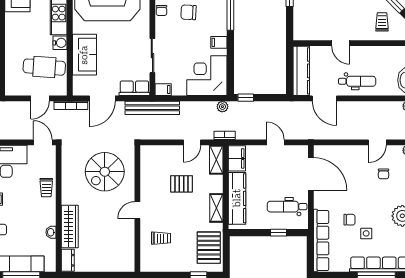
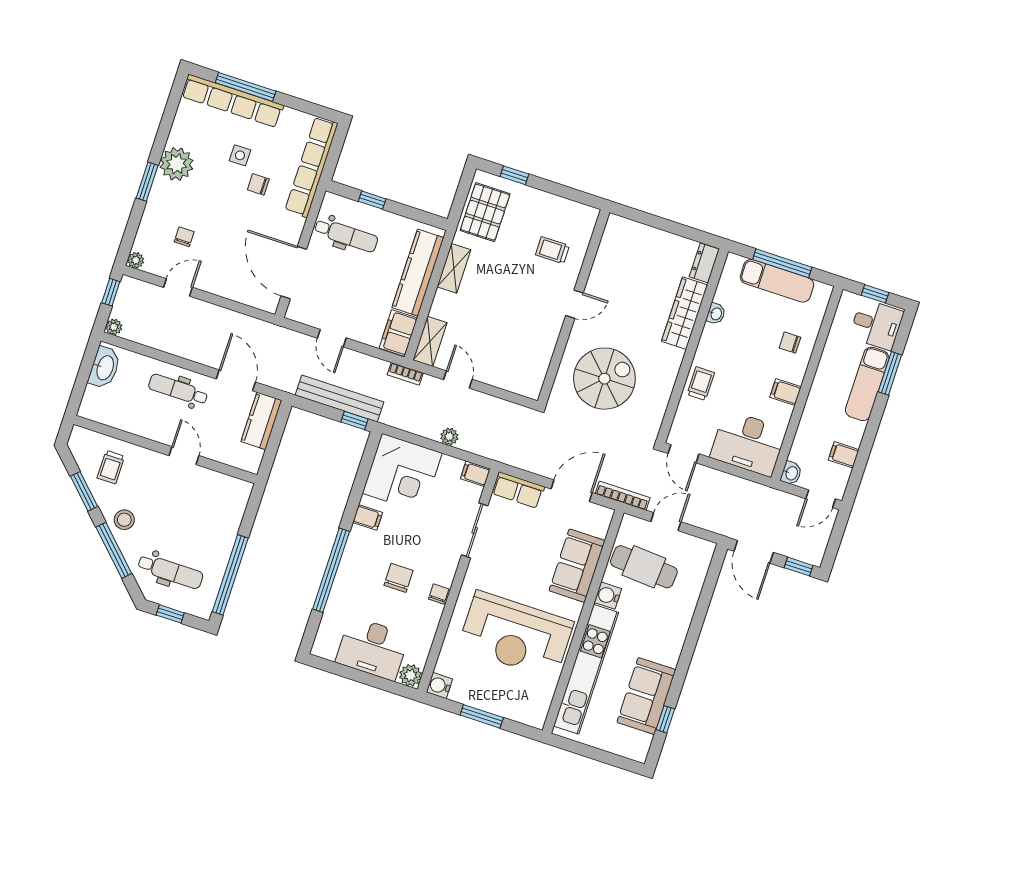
chair: (189, 12) -> (399, 578), turned -93
kitchen counter: (301, 71) -> (261, 421), width x0.67
plant: (222, 107) -> (449, 437), moved
bench: (152, 108) -> (339, 398), moved
door: (192, 142) -> (458, 379), hinge flipped
pallet: (182, 184) -> (494, 322), removed

